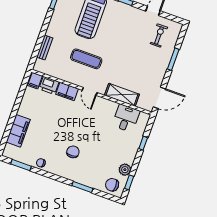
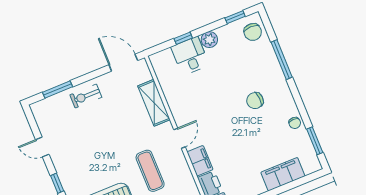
exercise bike: (159, 35) -> (86, 96), moved
window: (173, 59) -> (57, 89), moved
desk: (126, 118) -> (190, 56), moved, turned 90
plant: (125, 170) -> (209, 40), moved
window: (82, 187) -> (282, 60), width x1.44

